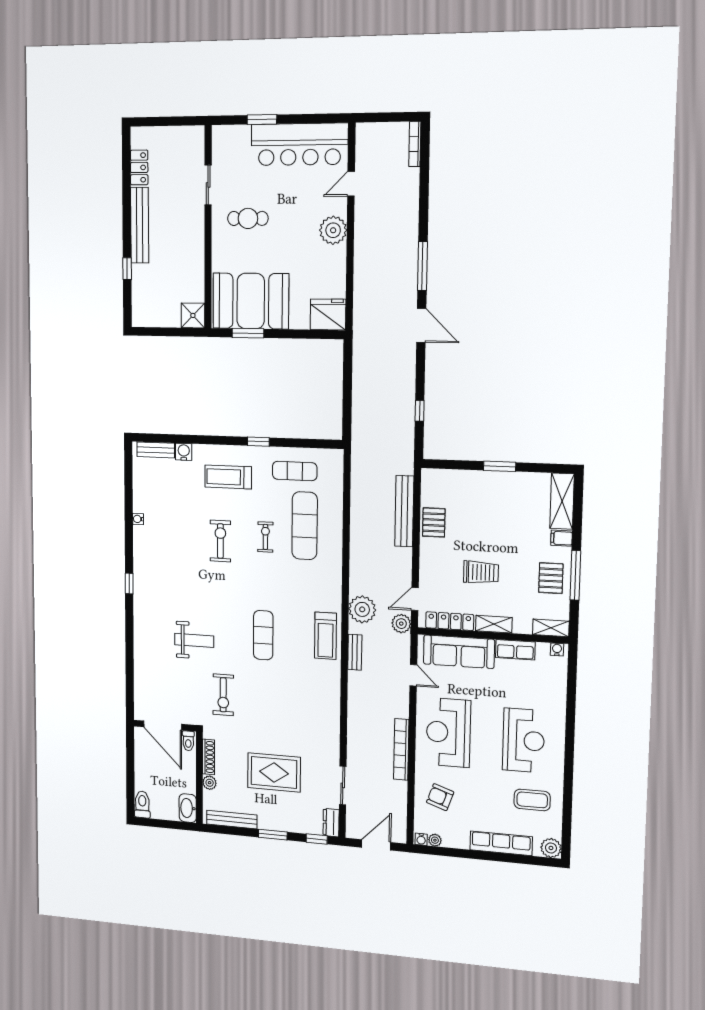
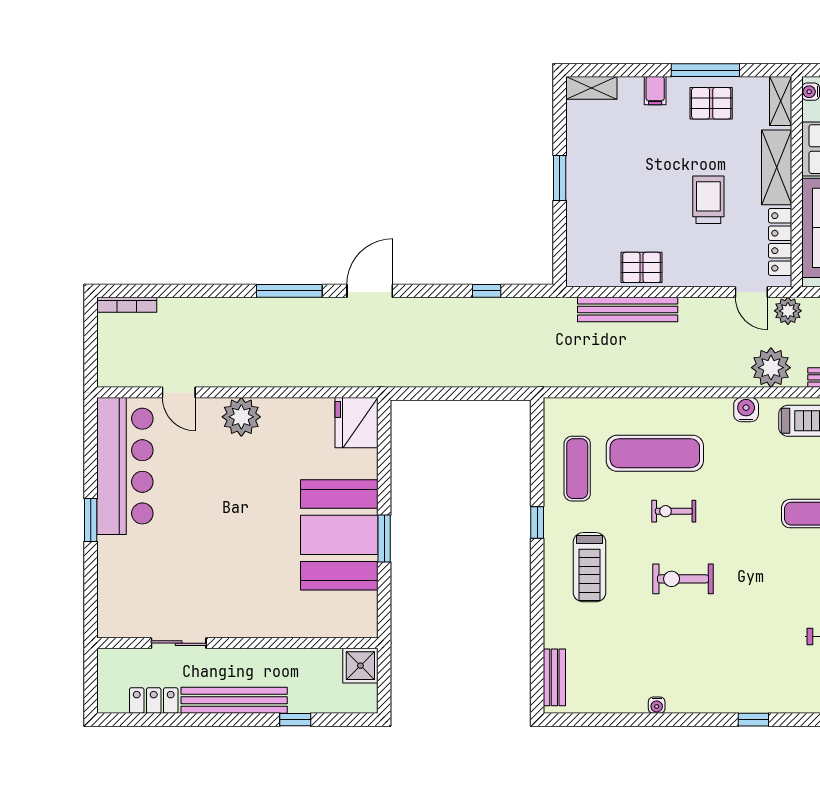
sliding door: (208, 185) -> (179, 643), moved
cafe table: (248, 218) -> (225, 540), removed
wall: (208, 228) -> (237, 643), moved
shower: (193, 315) -> (360, 666), moved
water cooler: (184, 452) -> (746, 410), moved, turned 90
shelving: (562, 501) -> (591, 88), width x0.67, depth x0.75
shelving: (494, 624) -> (777, 167), width x1.50, depth x1.33

